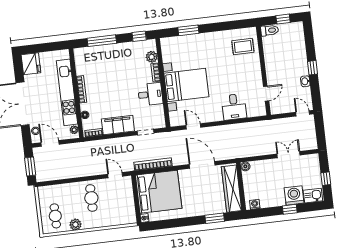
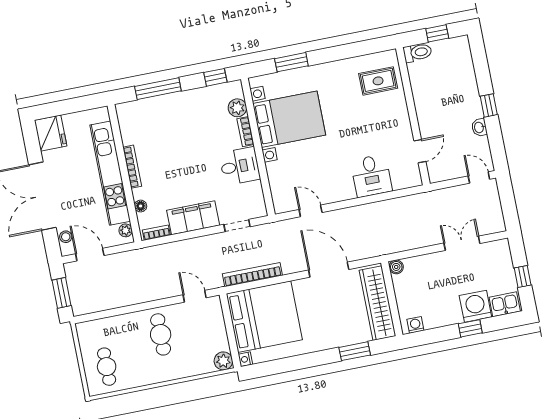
bed with nightstands: (186, 85) -> (289, 119), moved
plant: (75, 225) -> (223, 361), moved

